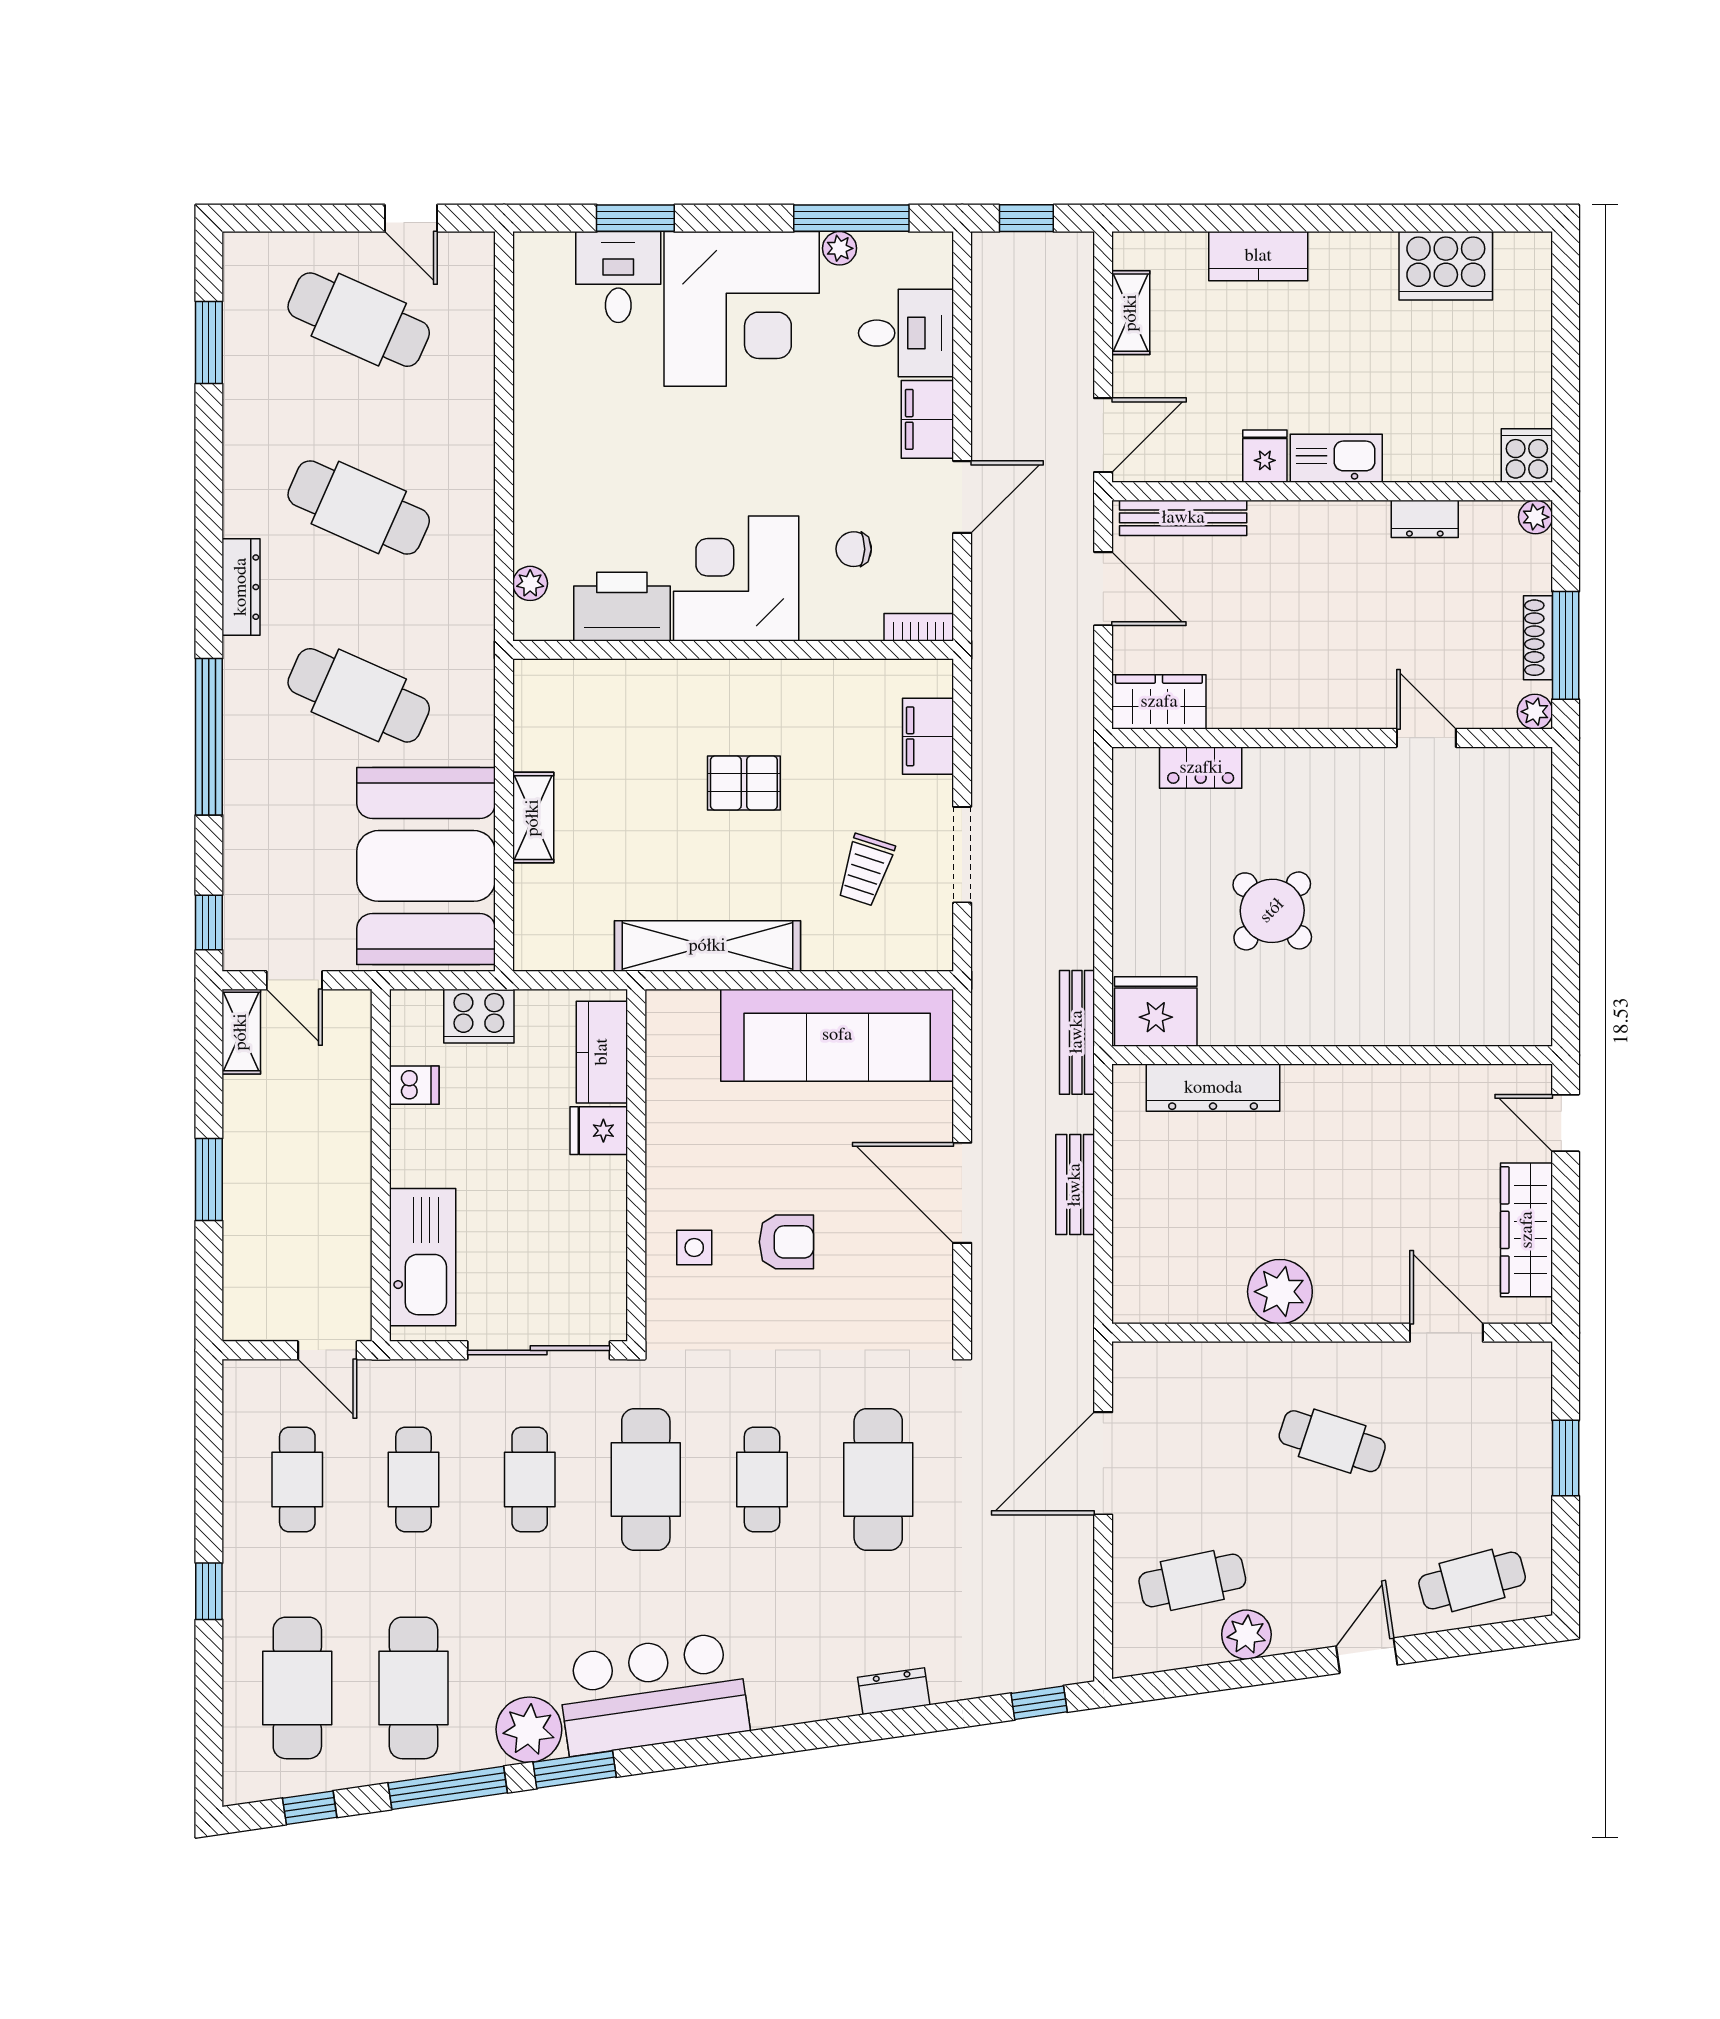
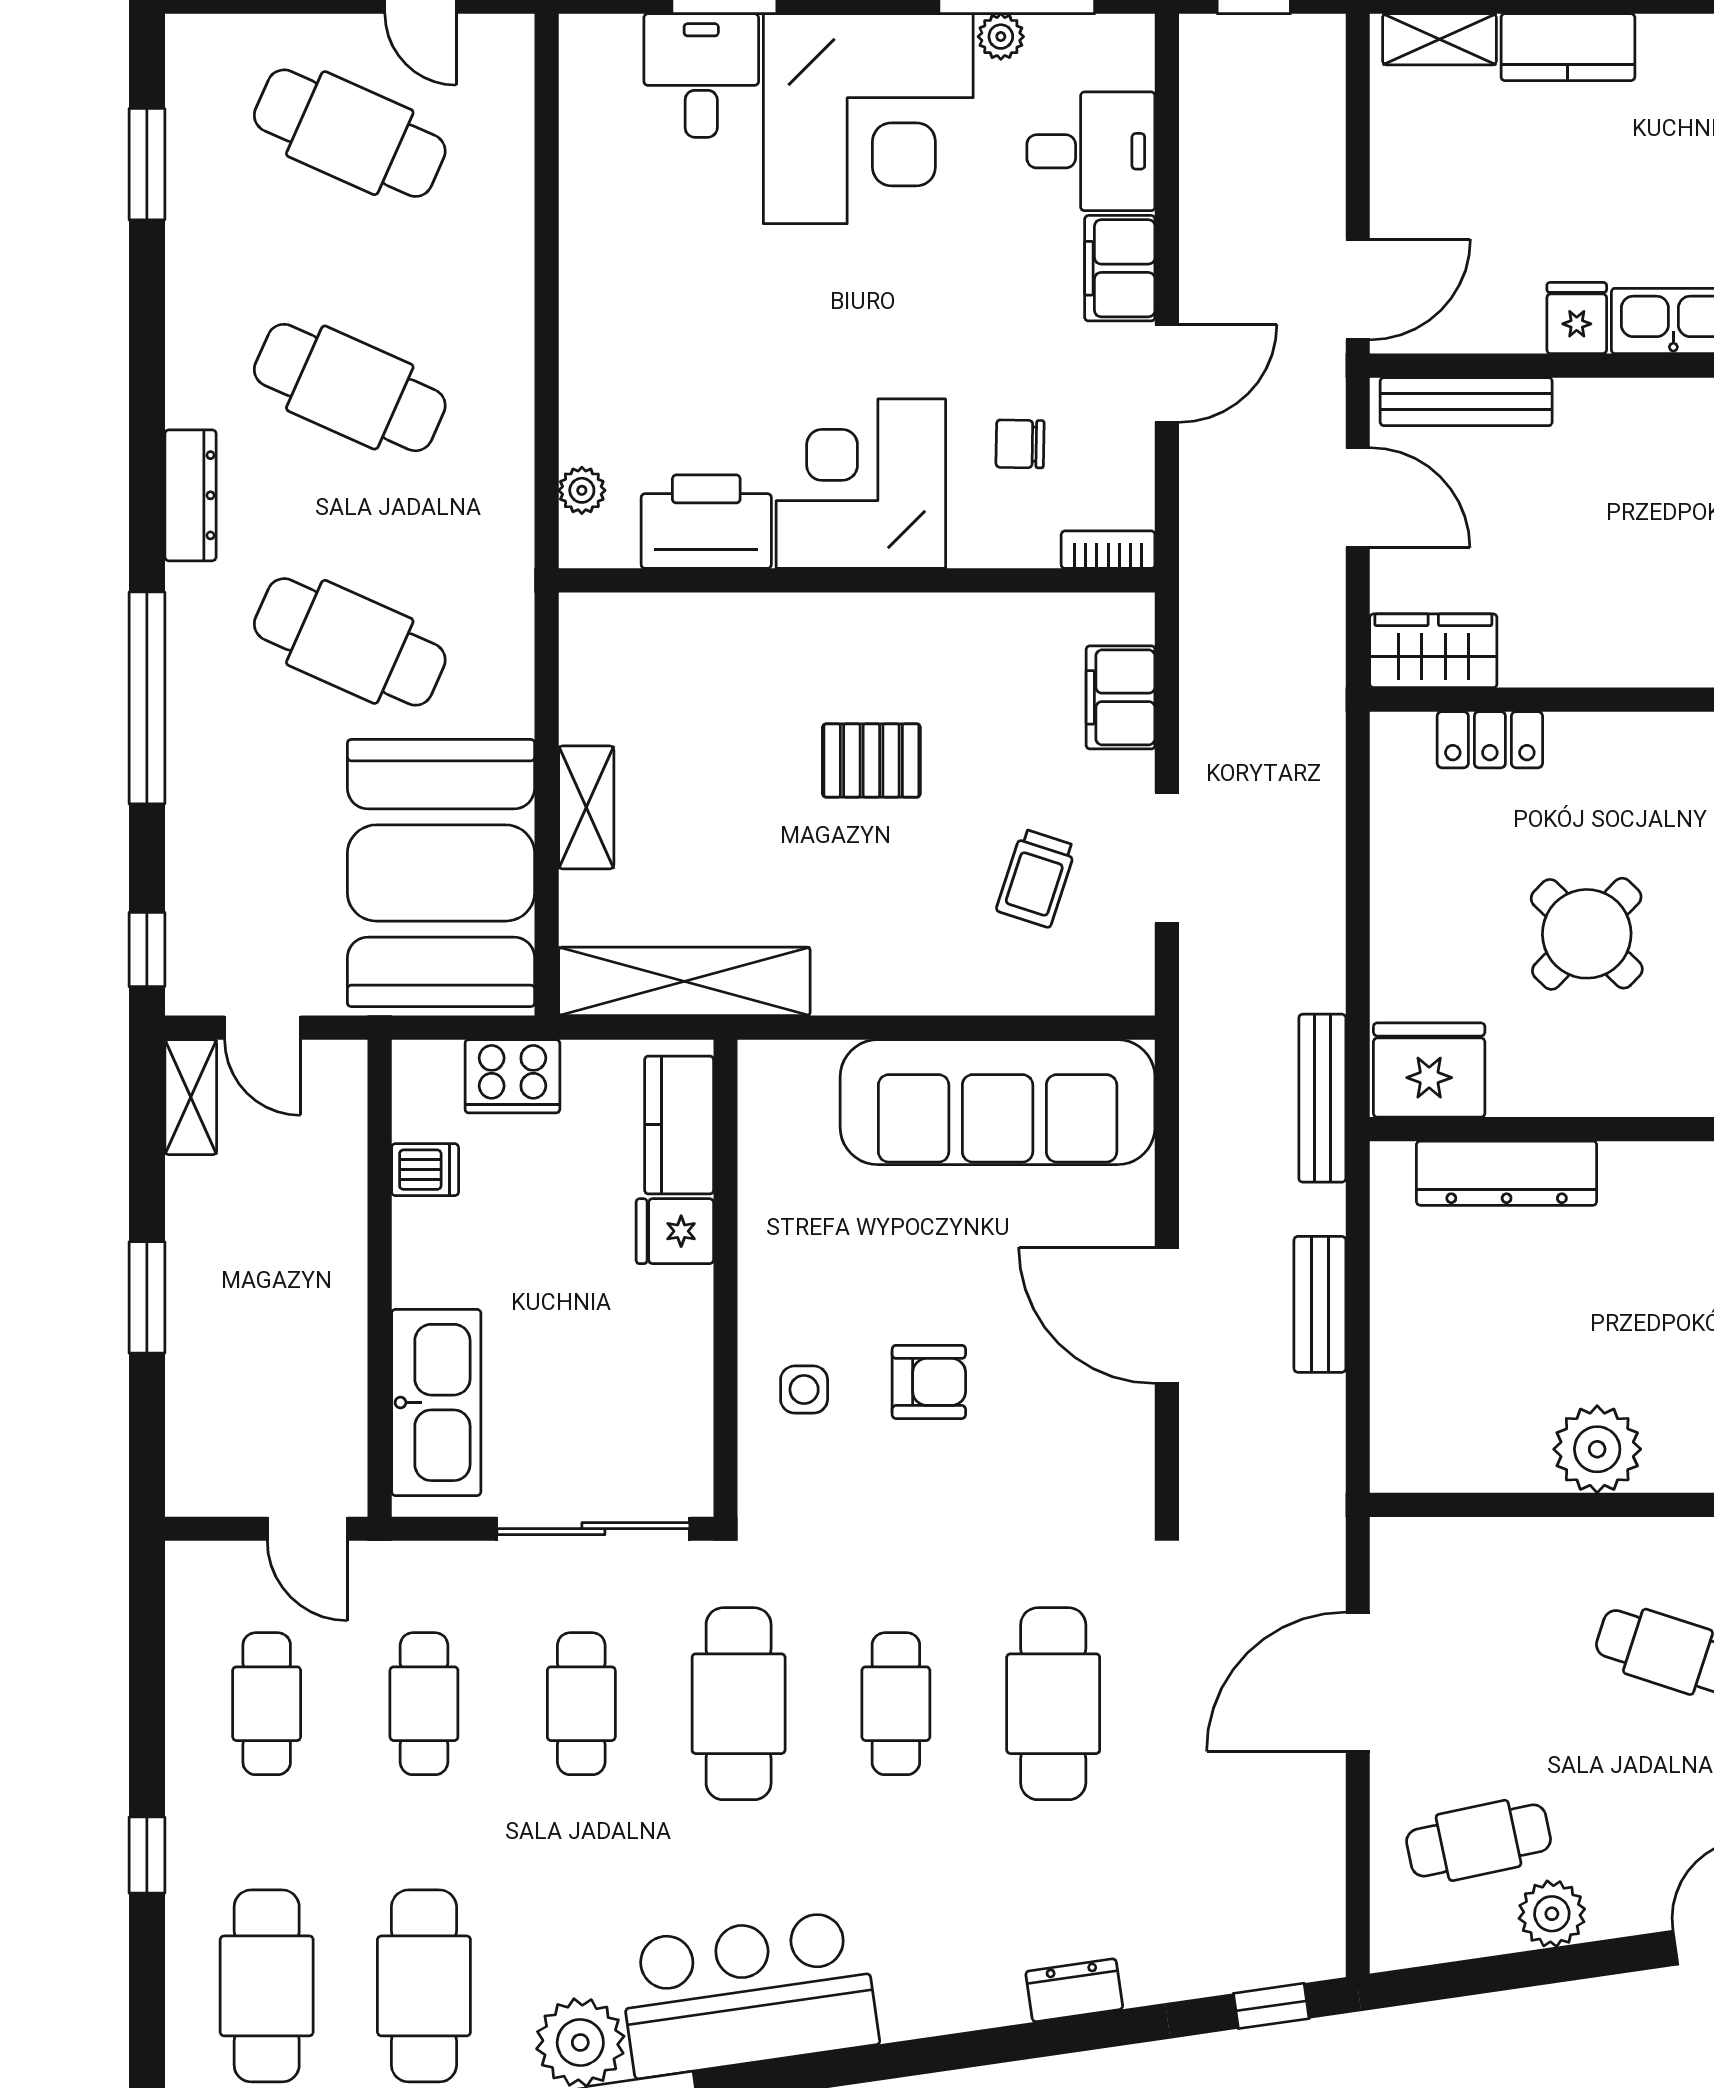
shelving: (1131, 313) -> (1439, 39), moved, turned 90
shelving: (707, 946) -> (684, 981), moved

